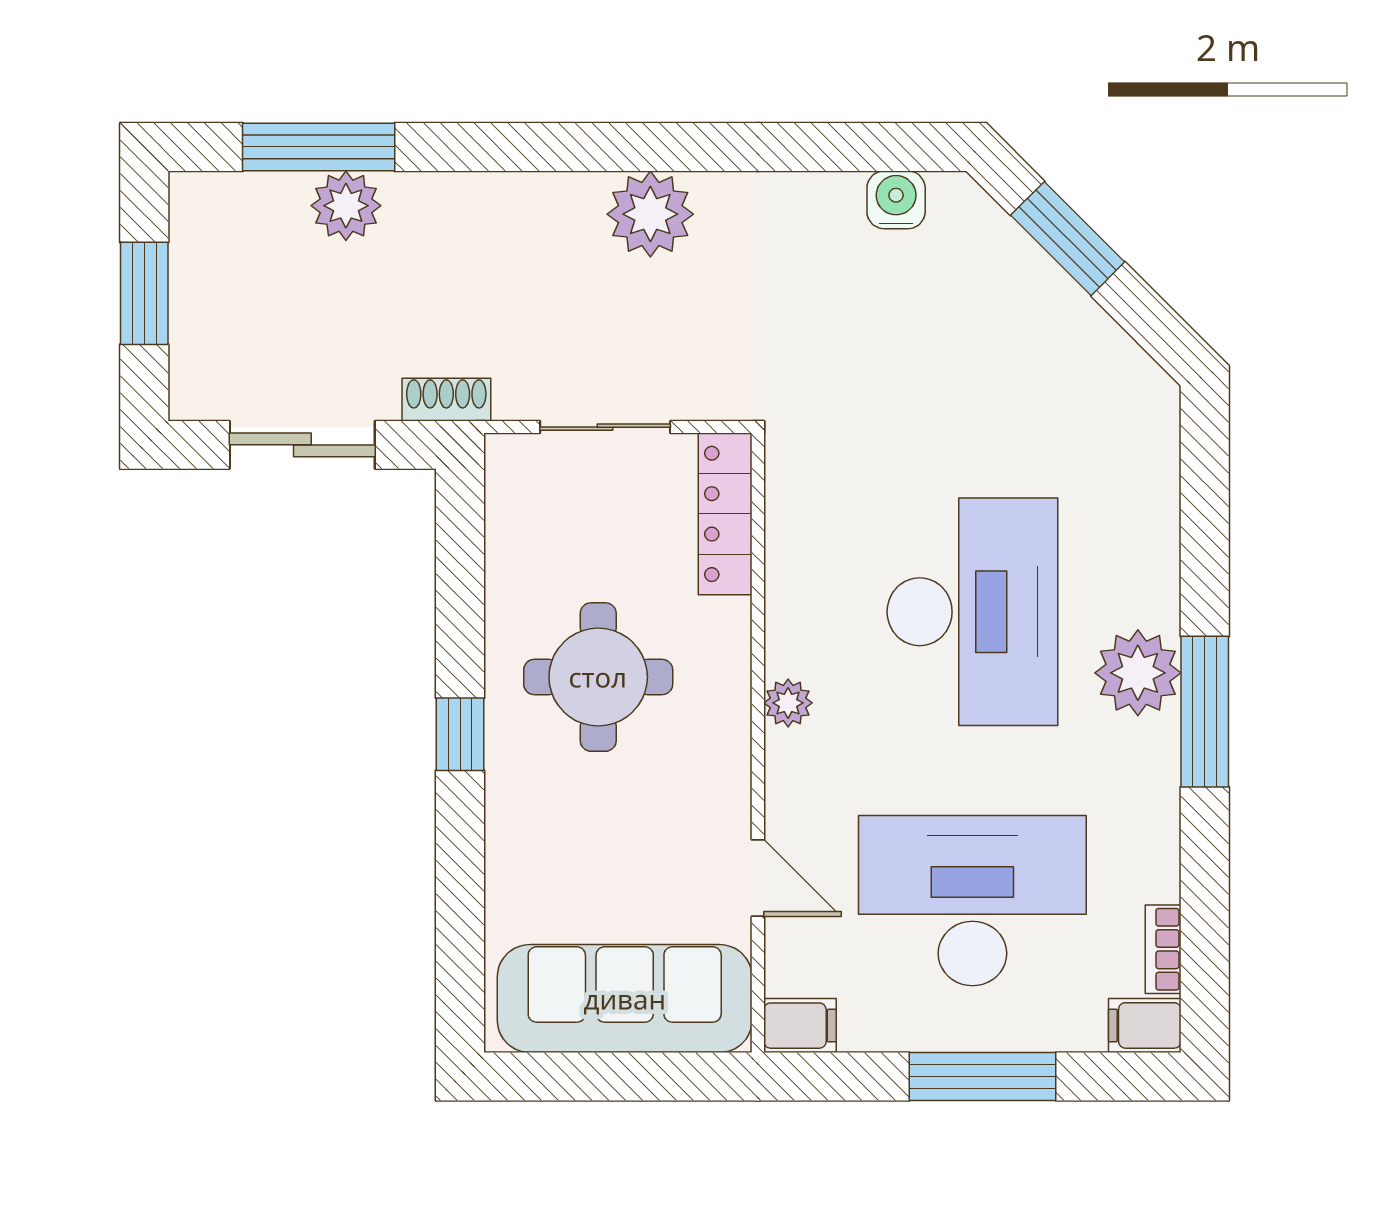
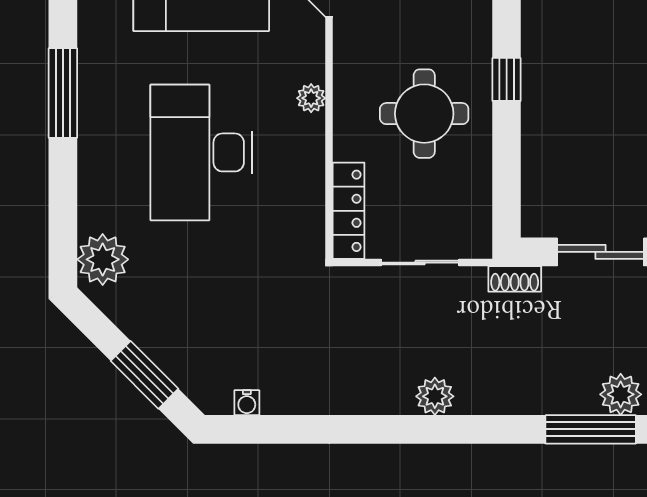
water cooler: (896, 200) -> (247, 403), width x0.72, depth x0.72
plant: (346, 206) -> (621, 394), moved
plant: (650, 214) -> (435, 396), moved, width x0.73, depth x0.73
plant: (1138, 673) -> (103, 259), moved

